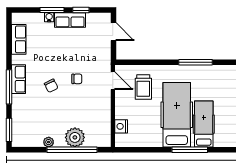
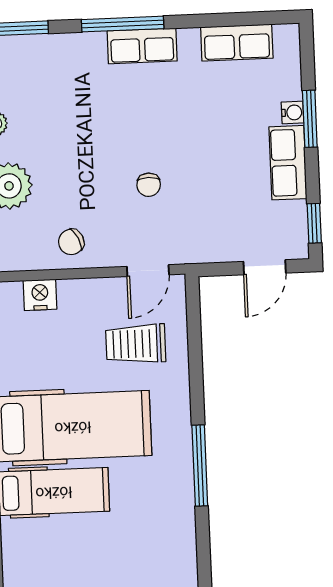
window: (81, 10) -> (314, 223), moved
chair: (51, 86) -> (71, 242), moved

